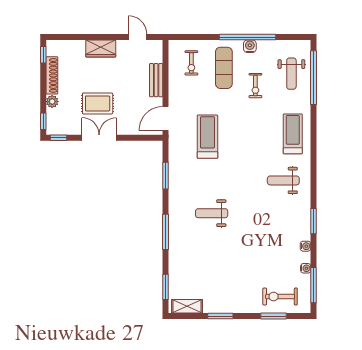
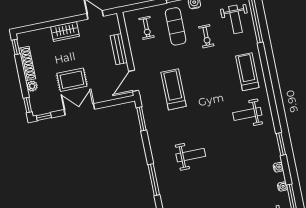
window: (165, 176) -> (141, 119), moved
weight bench: (212, 213) -> (191, 155), turned 180

